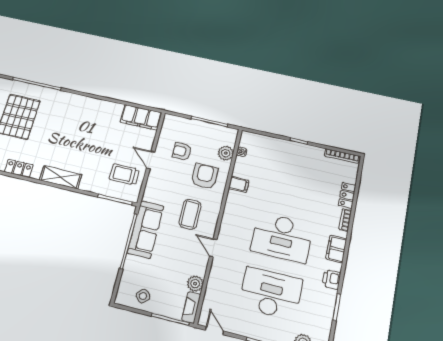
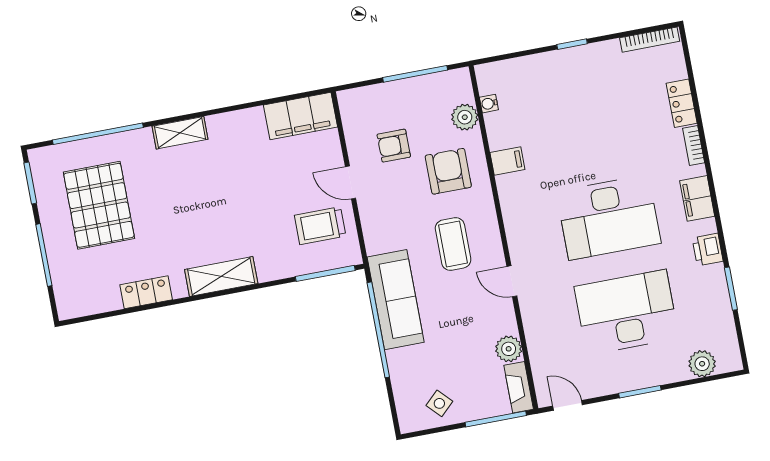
shelving: (77, 100) -> (180, 133), added

